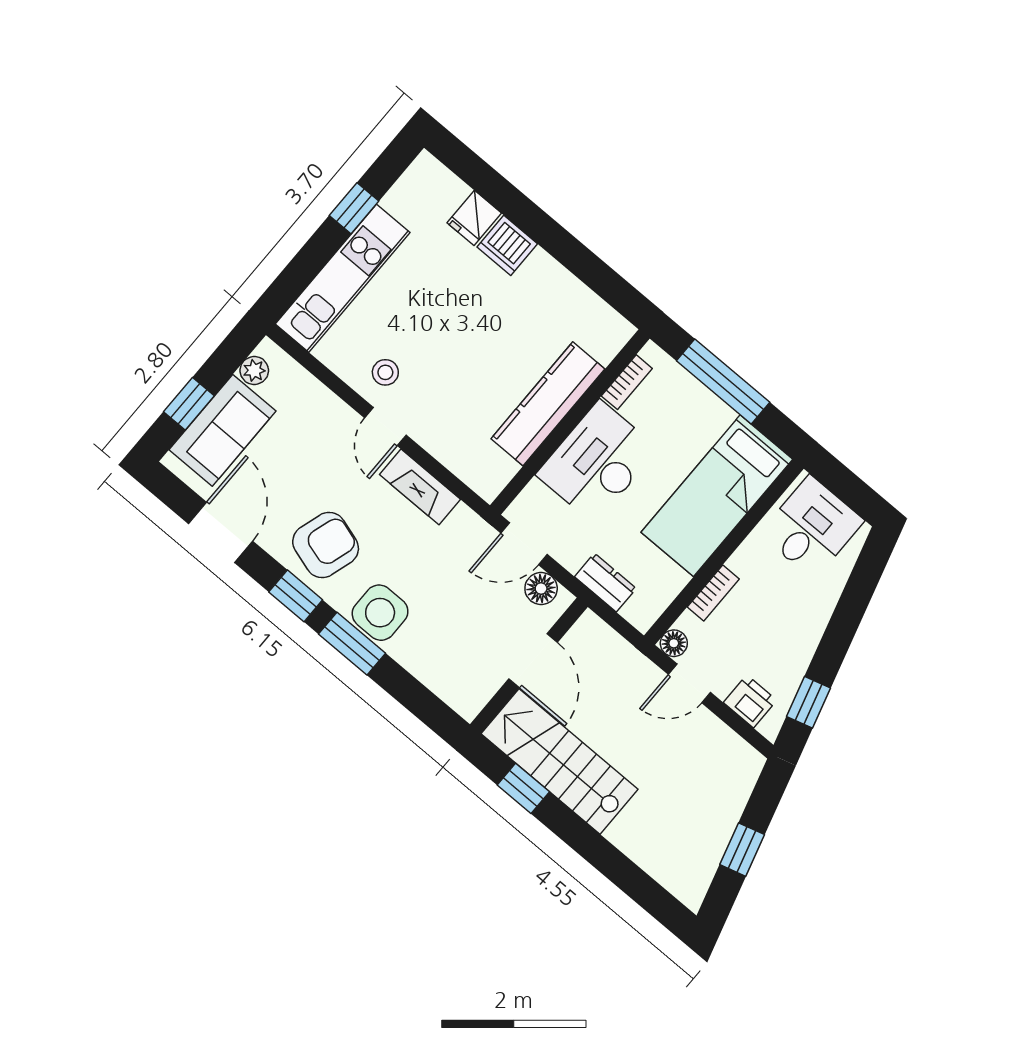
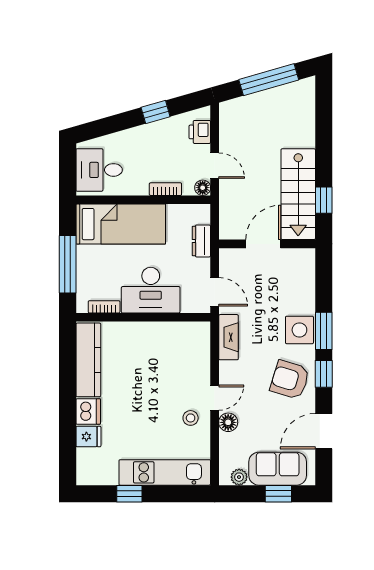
kitchen counter: (548, 404) -> (88, 360), moved, turned -90
fireplace: (420, 487) -> (228, 337), moved
floor lamp: (541, 588) -> (228, 422), moved
window: (809, 702) -> (156, 112), moved
window: (742, 850) -> (269, 80), width x2.17

